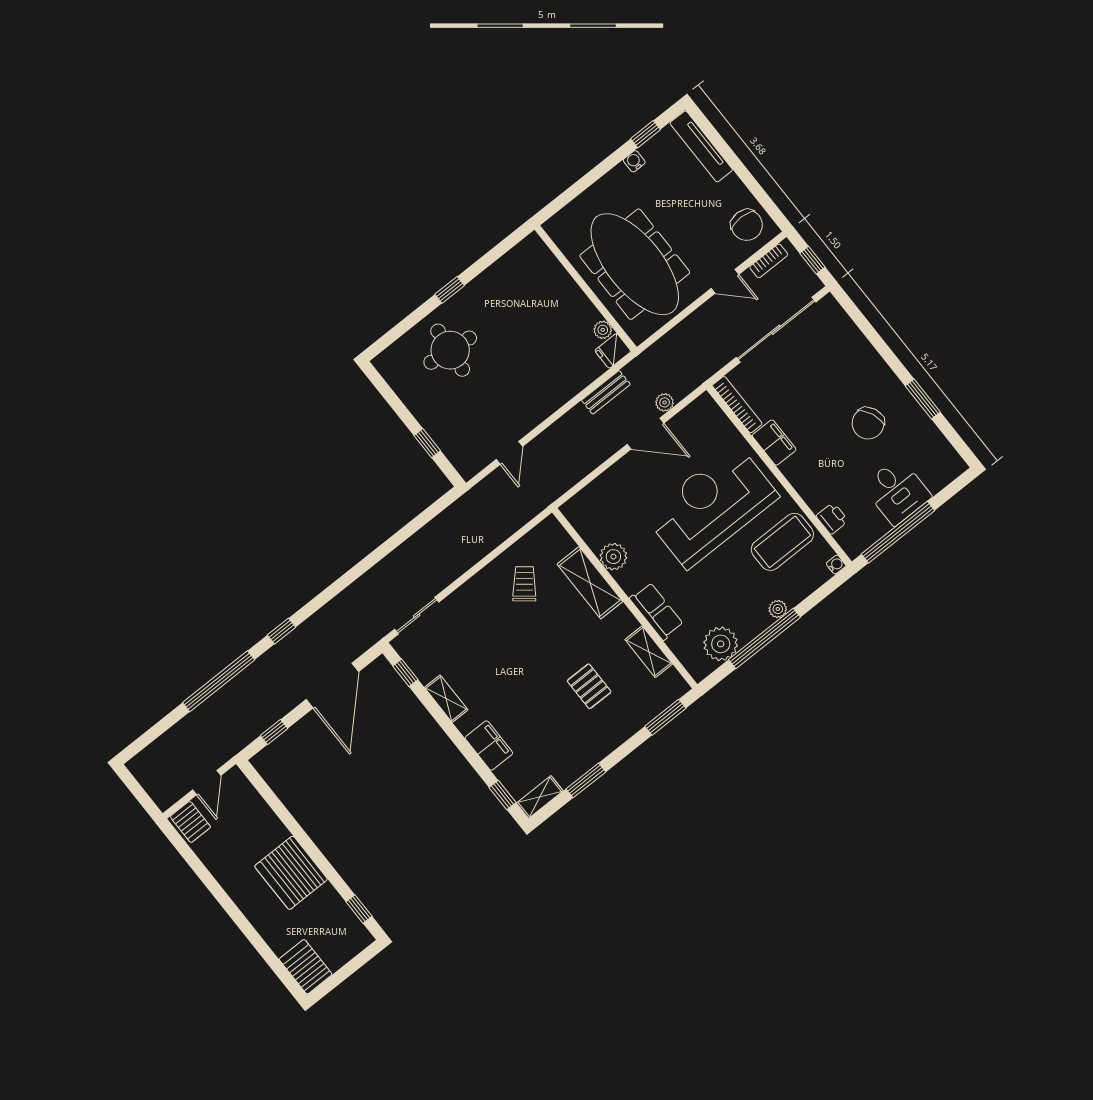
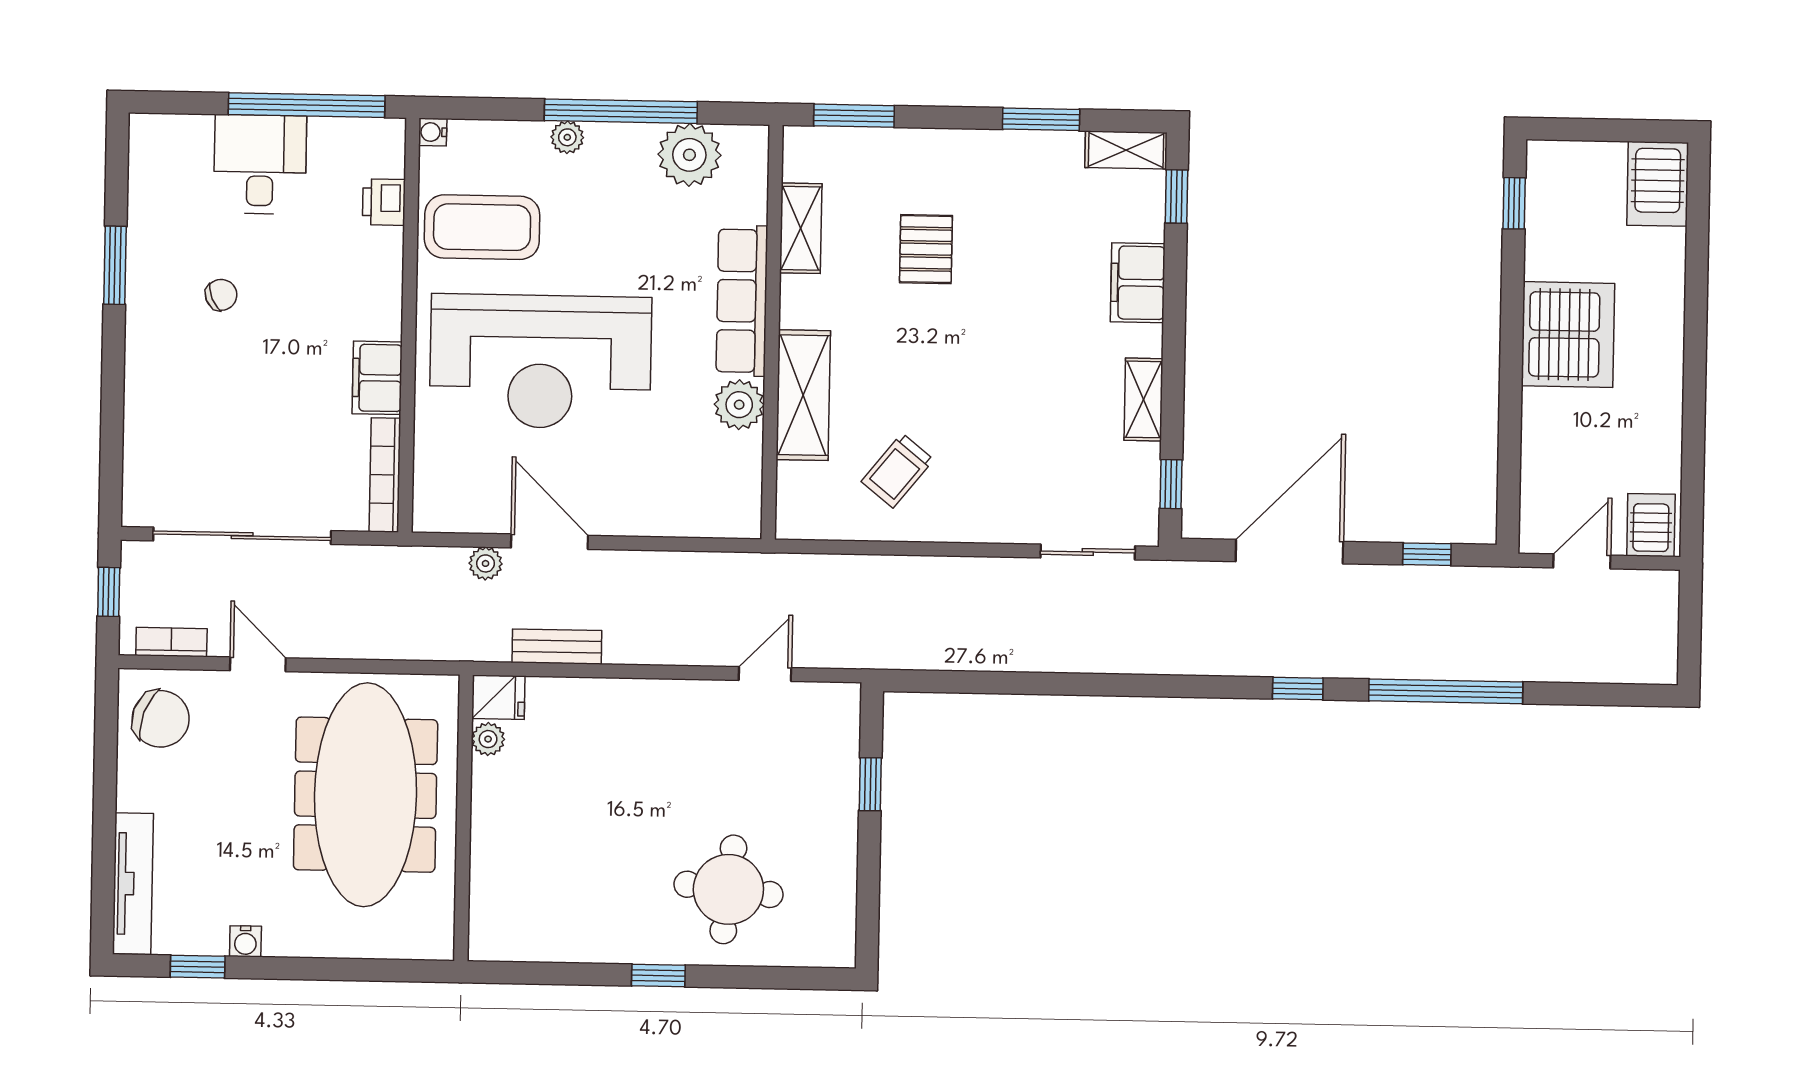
chair: (747, 225) -> (161, 719), turned 110
chair: (868, 423) -> (221, 295), width x0.54, depth x0.54
row of seats: (656, 611) -> (742, 301), width x1.48

